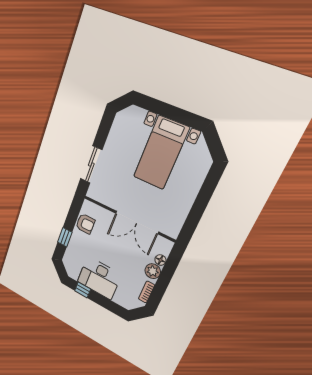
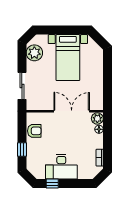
plant: (121, 129) -> (34, 53), added
double door: (137, 222) -> (72, 111), swing flipped
plant: (153, 271) -> (97, 118), moved

